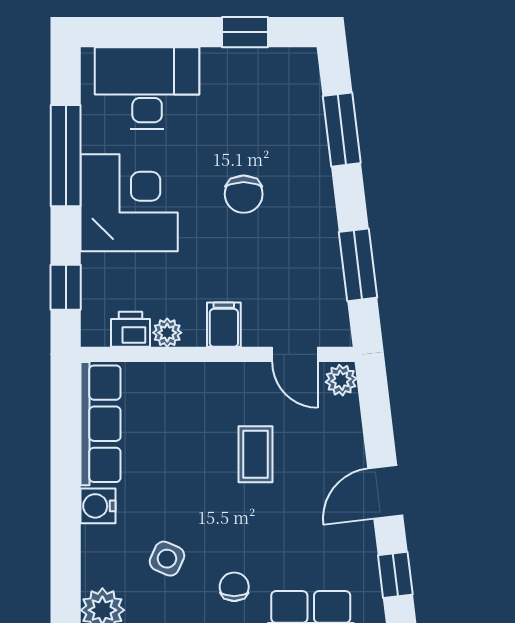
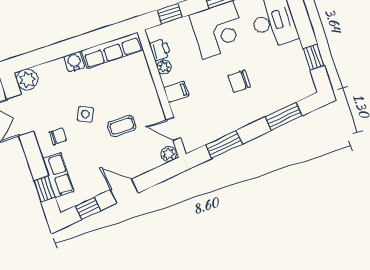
door: (295, 354) -> (173, 129), hinge flipped
side table: (167, 559) -> (85, 114), moved

